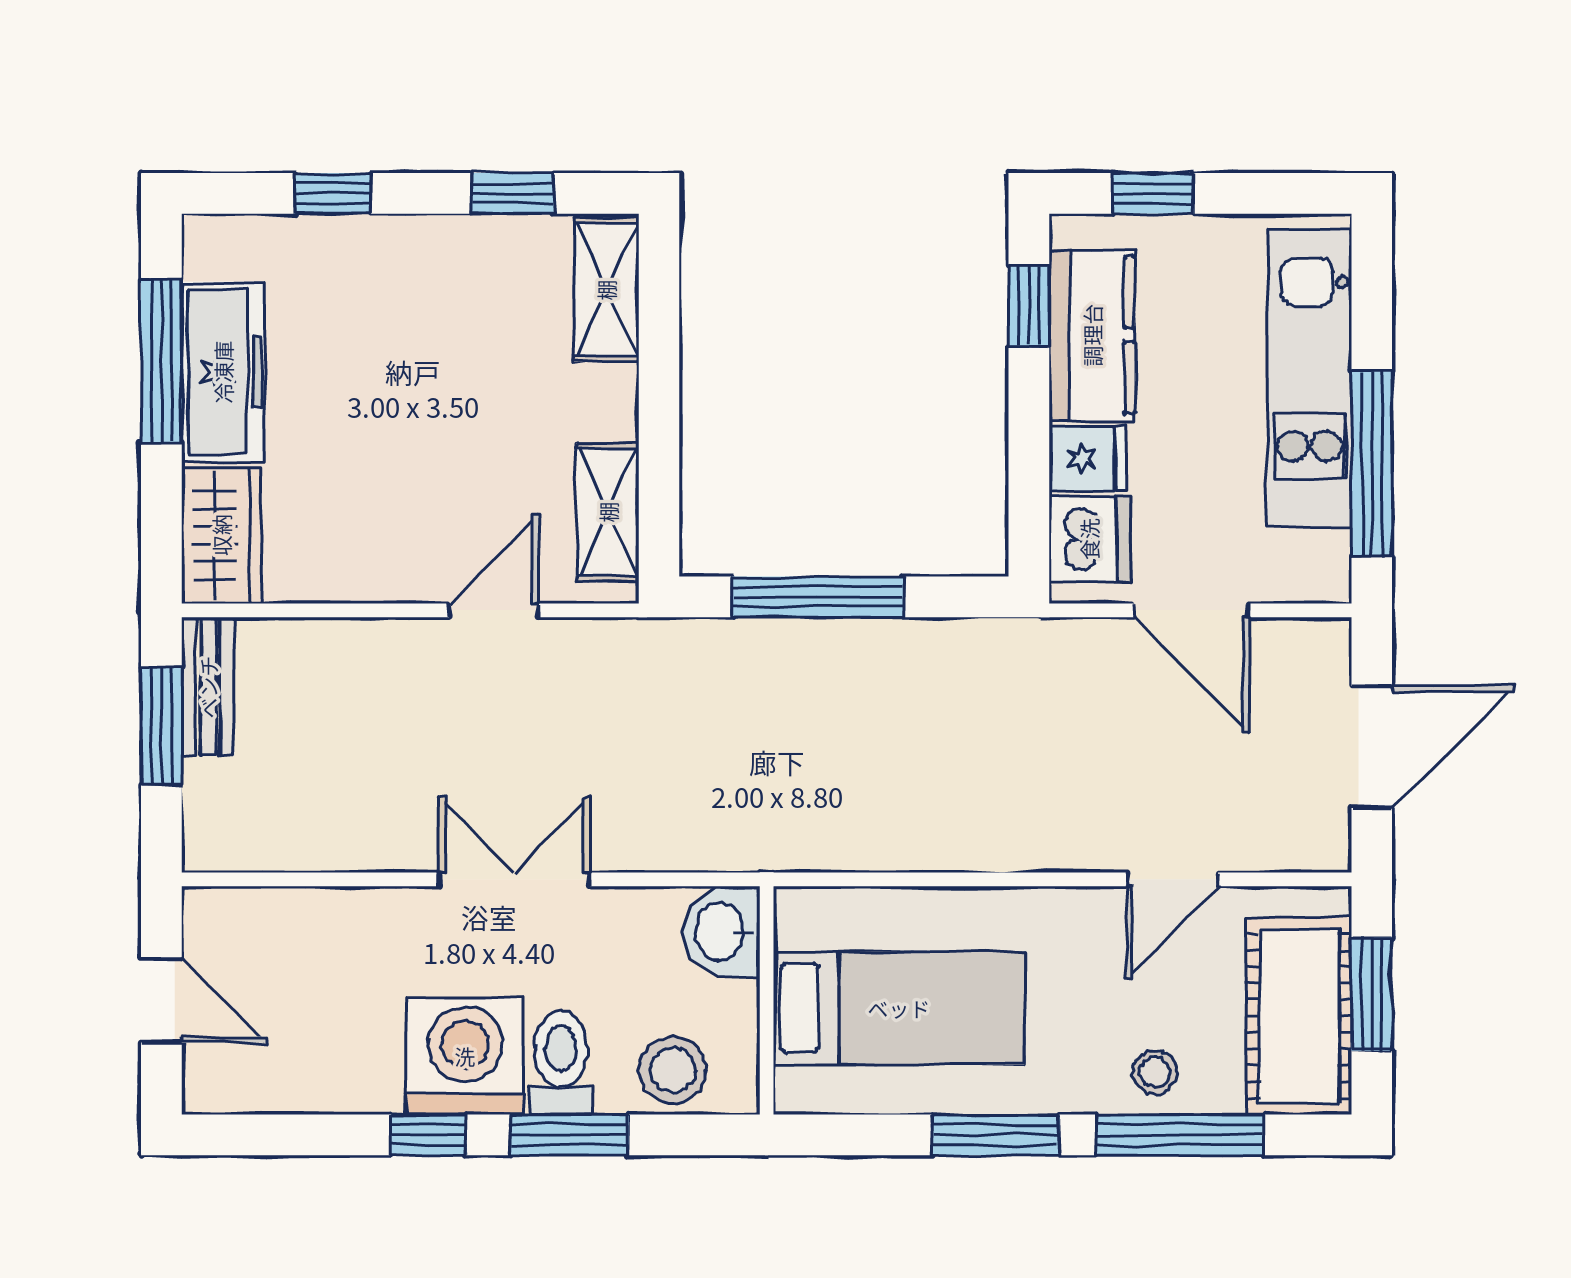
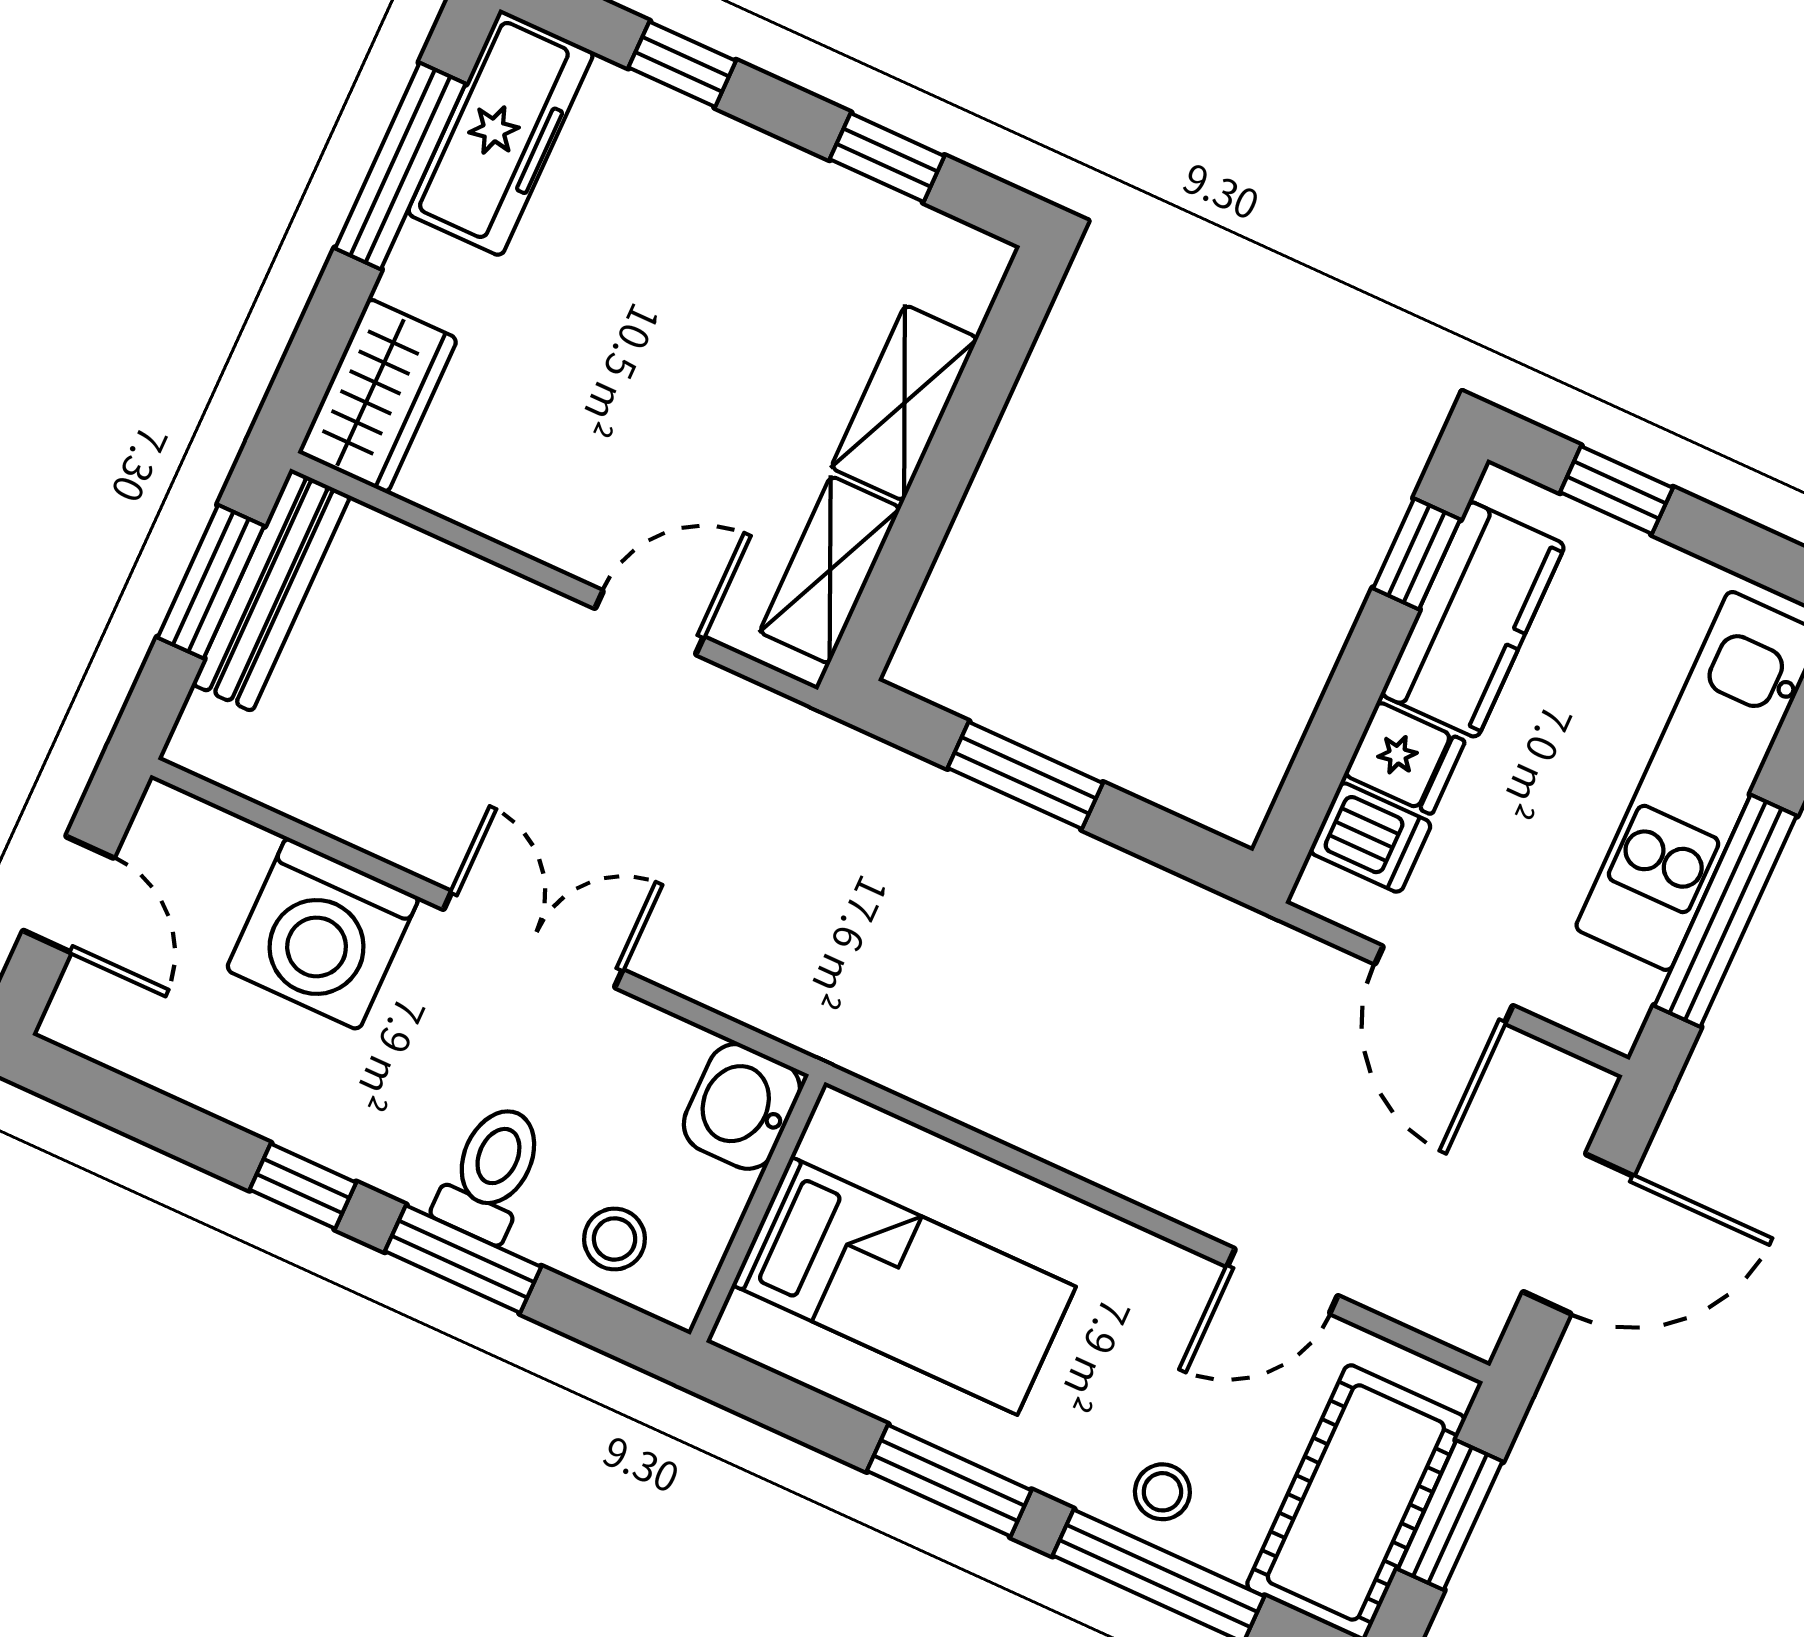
shelving: (606, 290) -> (904, 403), moved
freezer: (223, 372) -> (501, 133), moved
dishwasher: (1089, 539) -> (1370, 838), width x0.73
window: (818, 597) -> (1025, 775), width x0.69
bench: (208, 687) -> (271, 590), width x1.36
washing machine: (465, 1056) -> (323, 934), moved, turned 180
stool: (673, 1070) -> (615, 1239), width x0.73, depth x0.73

